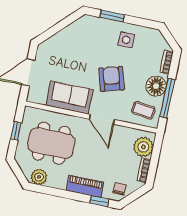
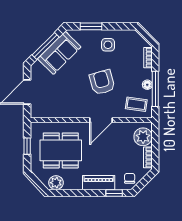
window: (59, 27) -> (46, 46), added
floor lamp: (156, 86) -> (147, 85), width x0.53, depth x0.53
sofa: (70, 98) -> (59, 53), moved, turned 135
door: (102, 119) -> (101, 120), hinge flipped

